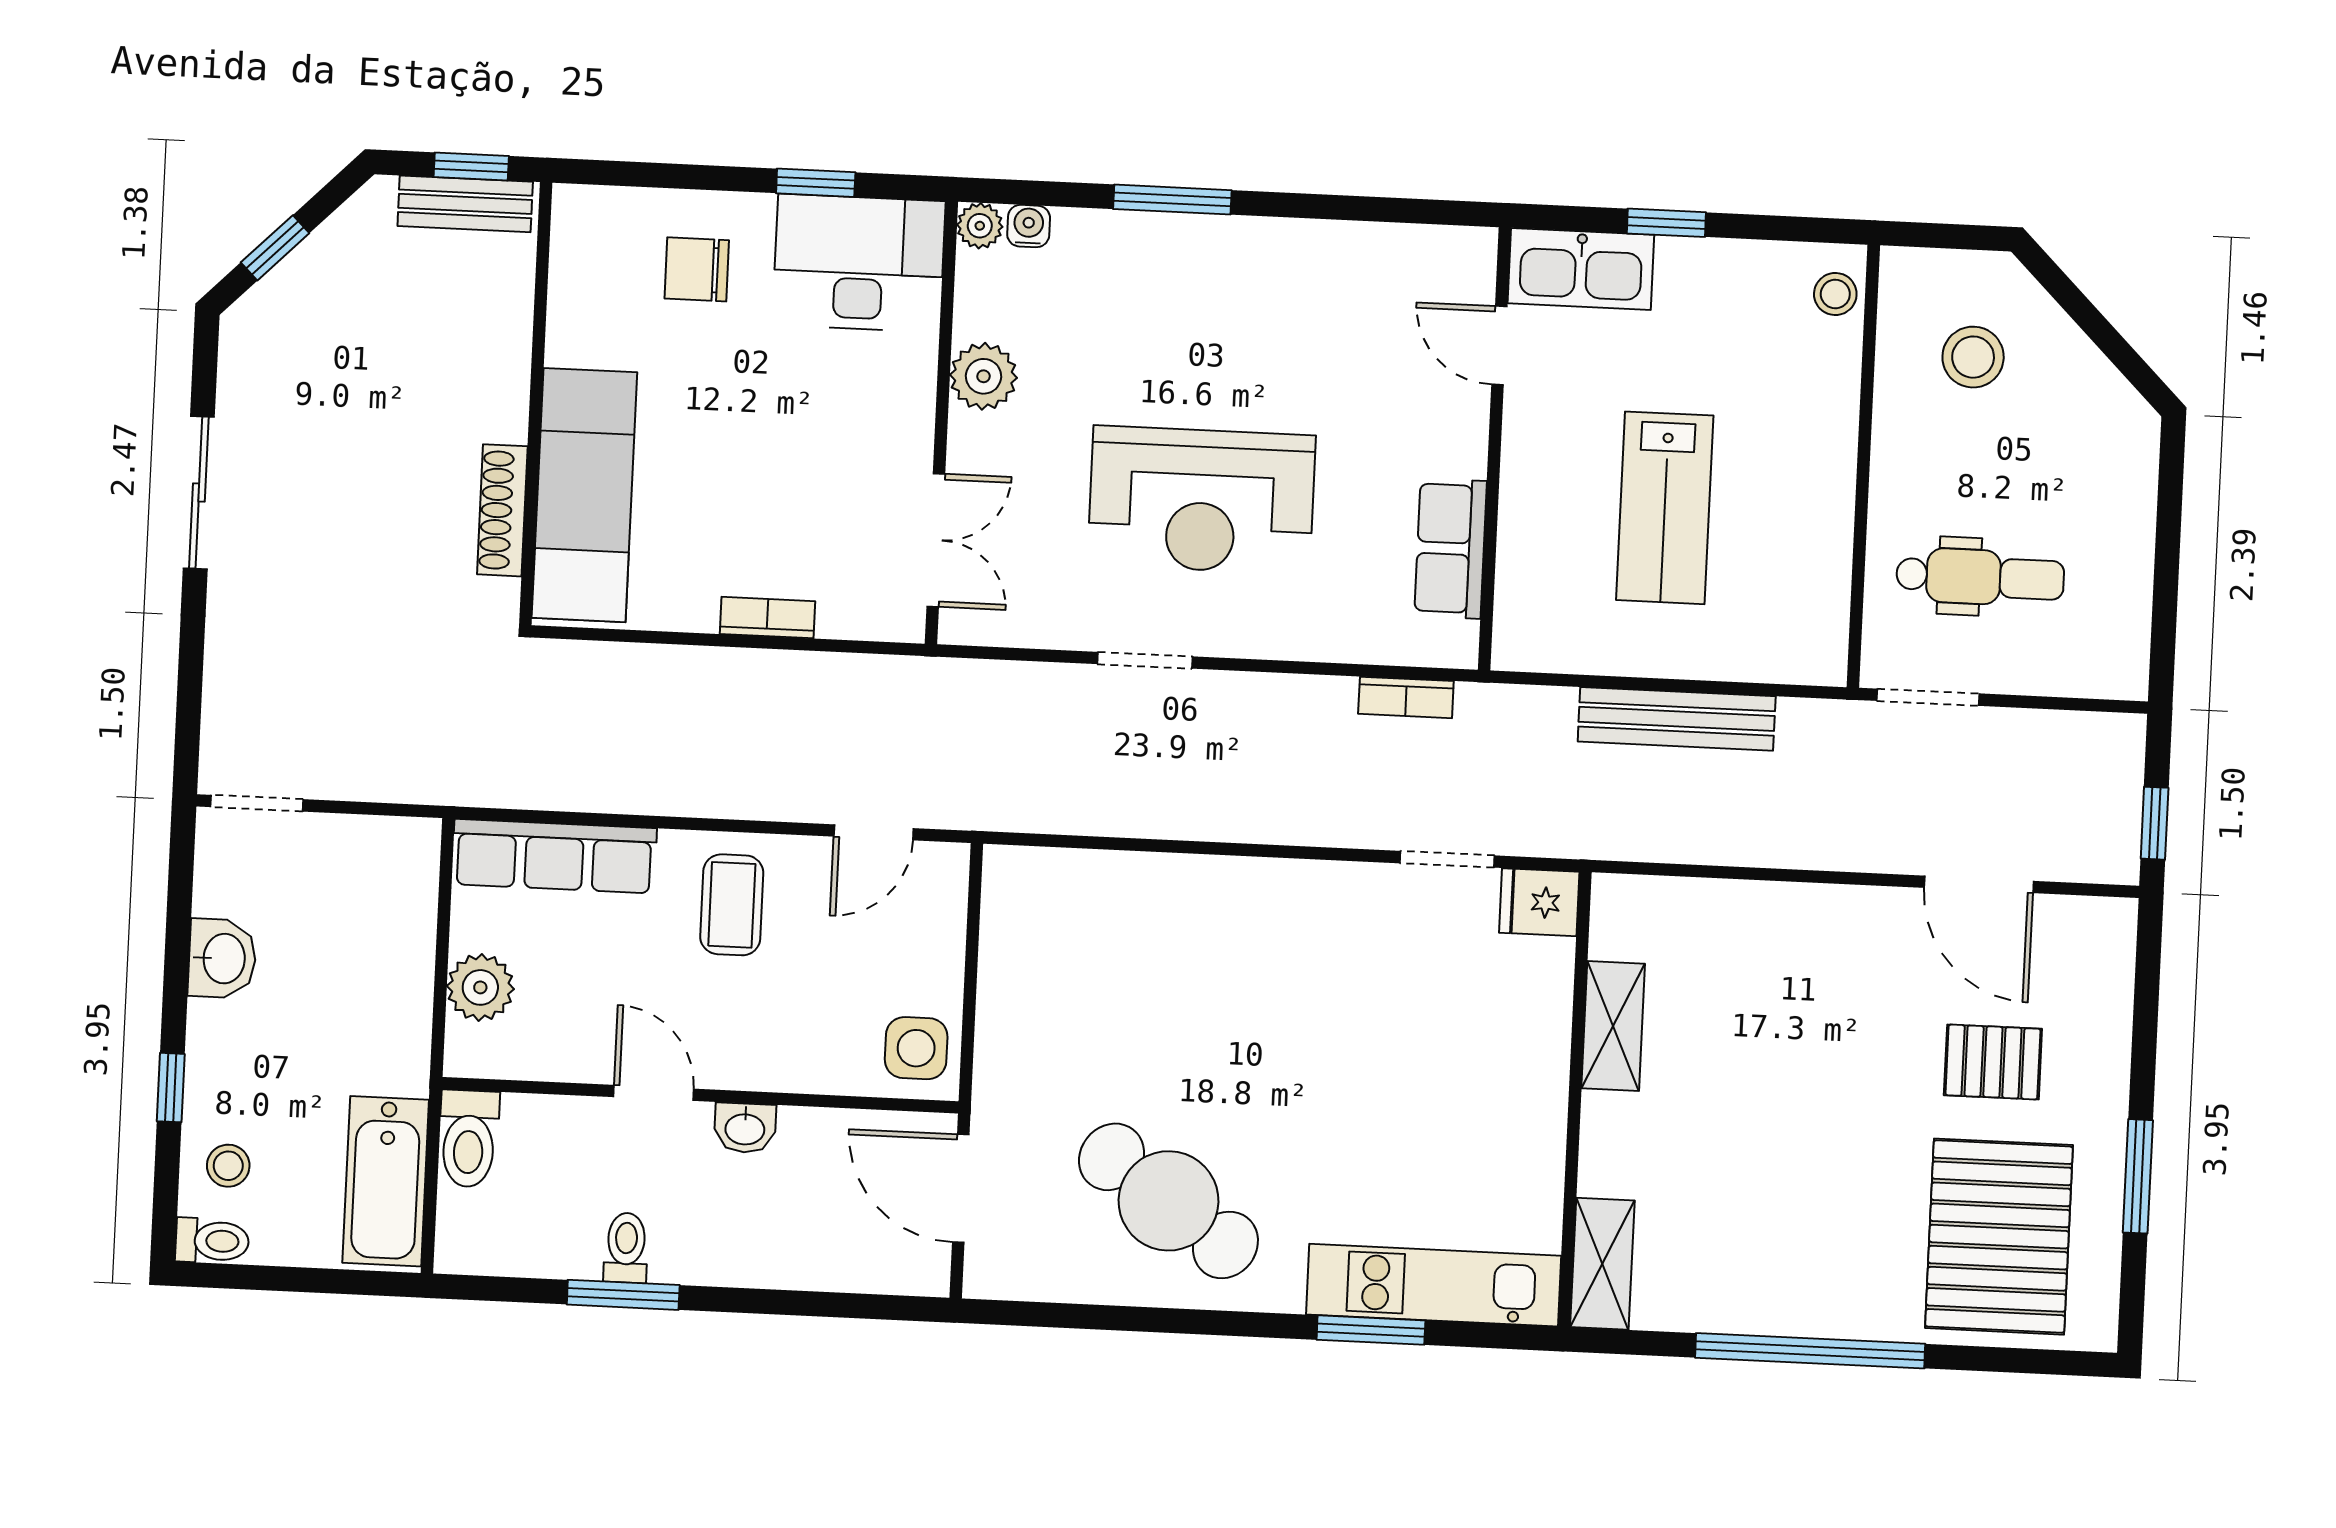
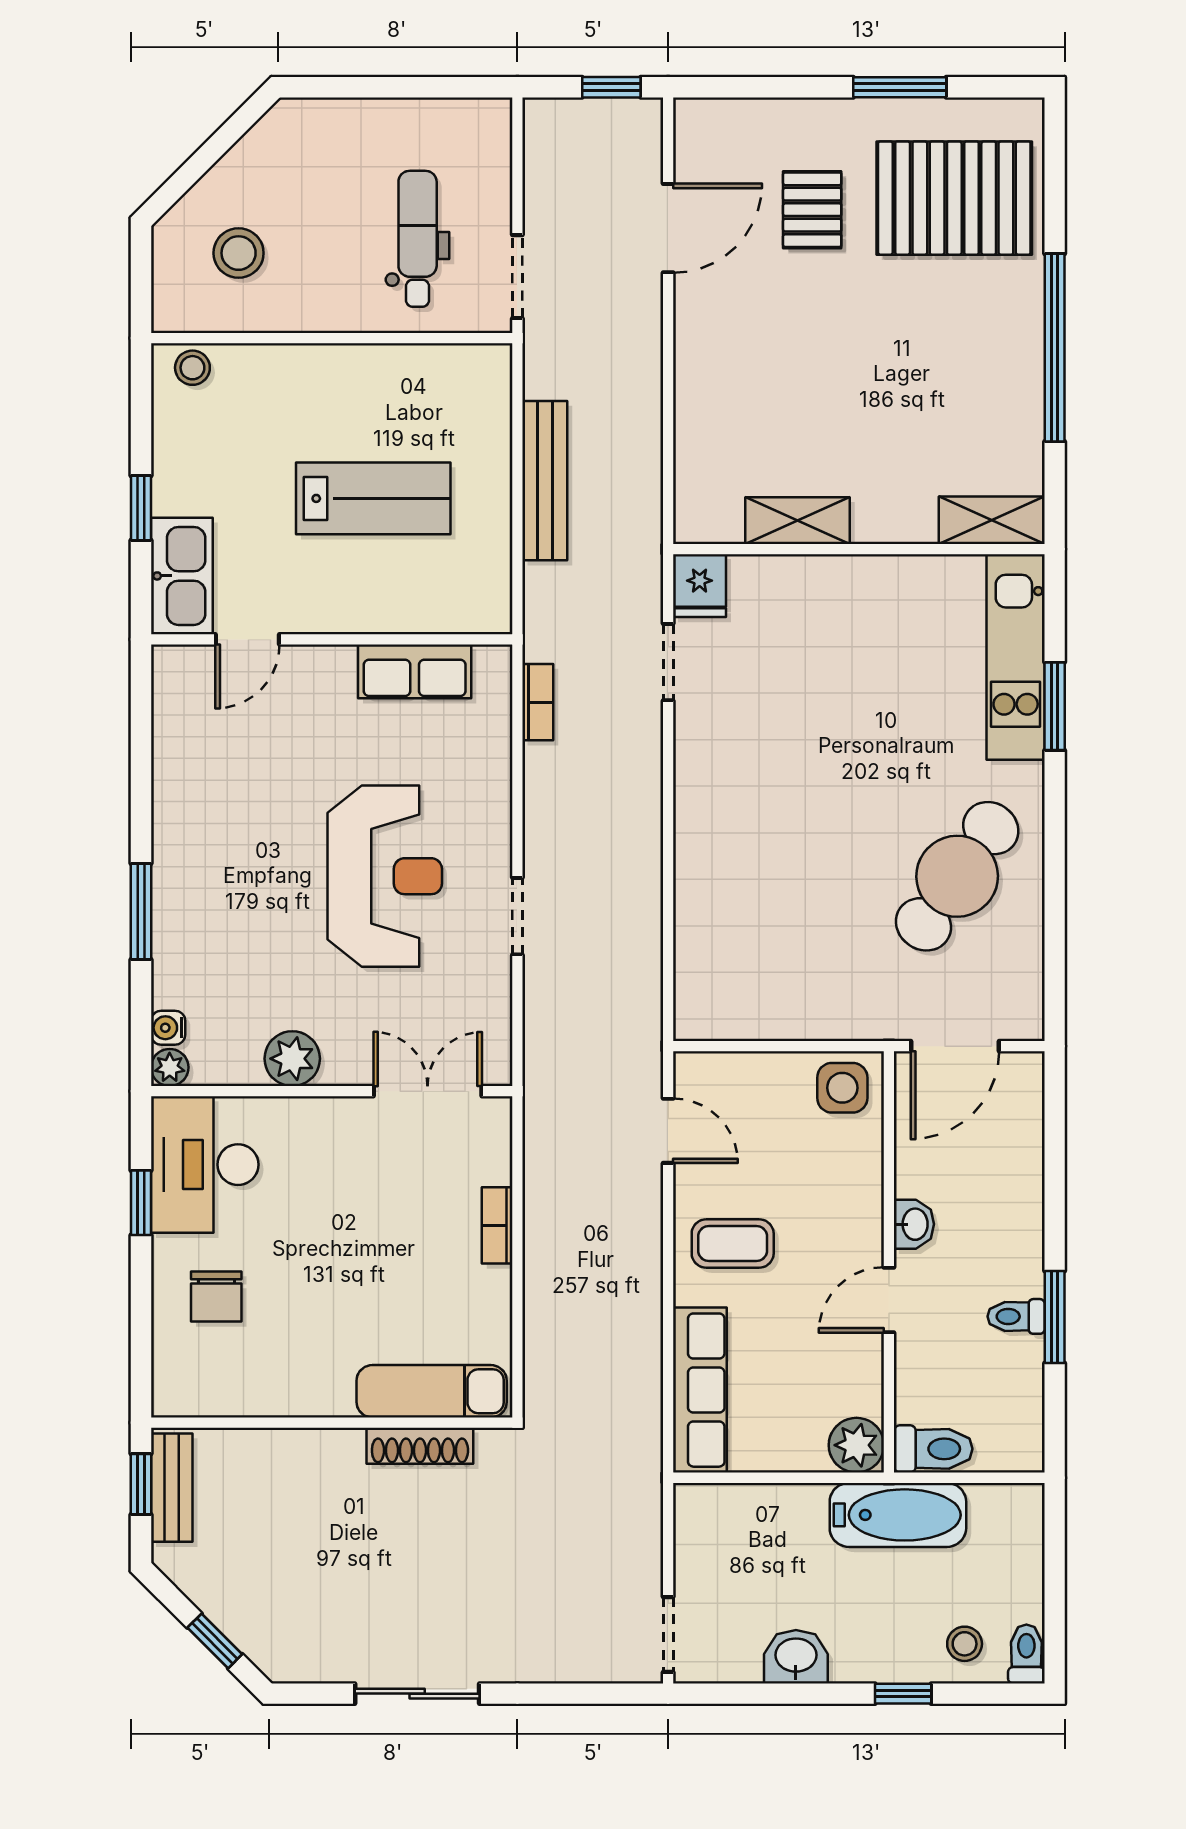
exam couch: (584, 495) -> (432, 1391), width x0.73, depth x0.69
plant: (480, 987) -> (856, 1445), moved
bathtub: (386, 1181) -> (898, 1515), moved

